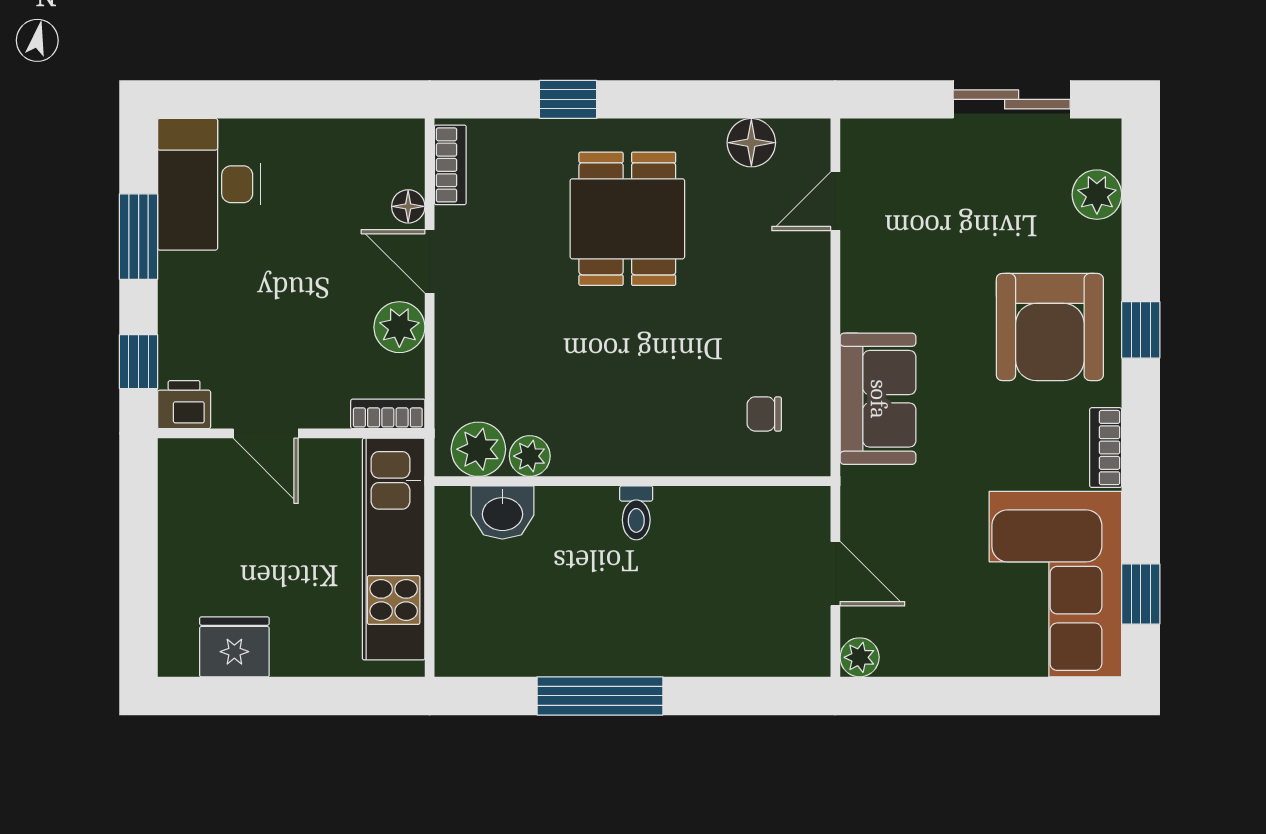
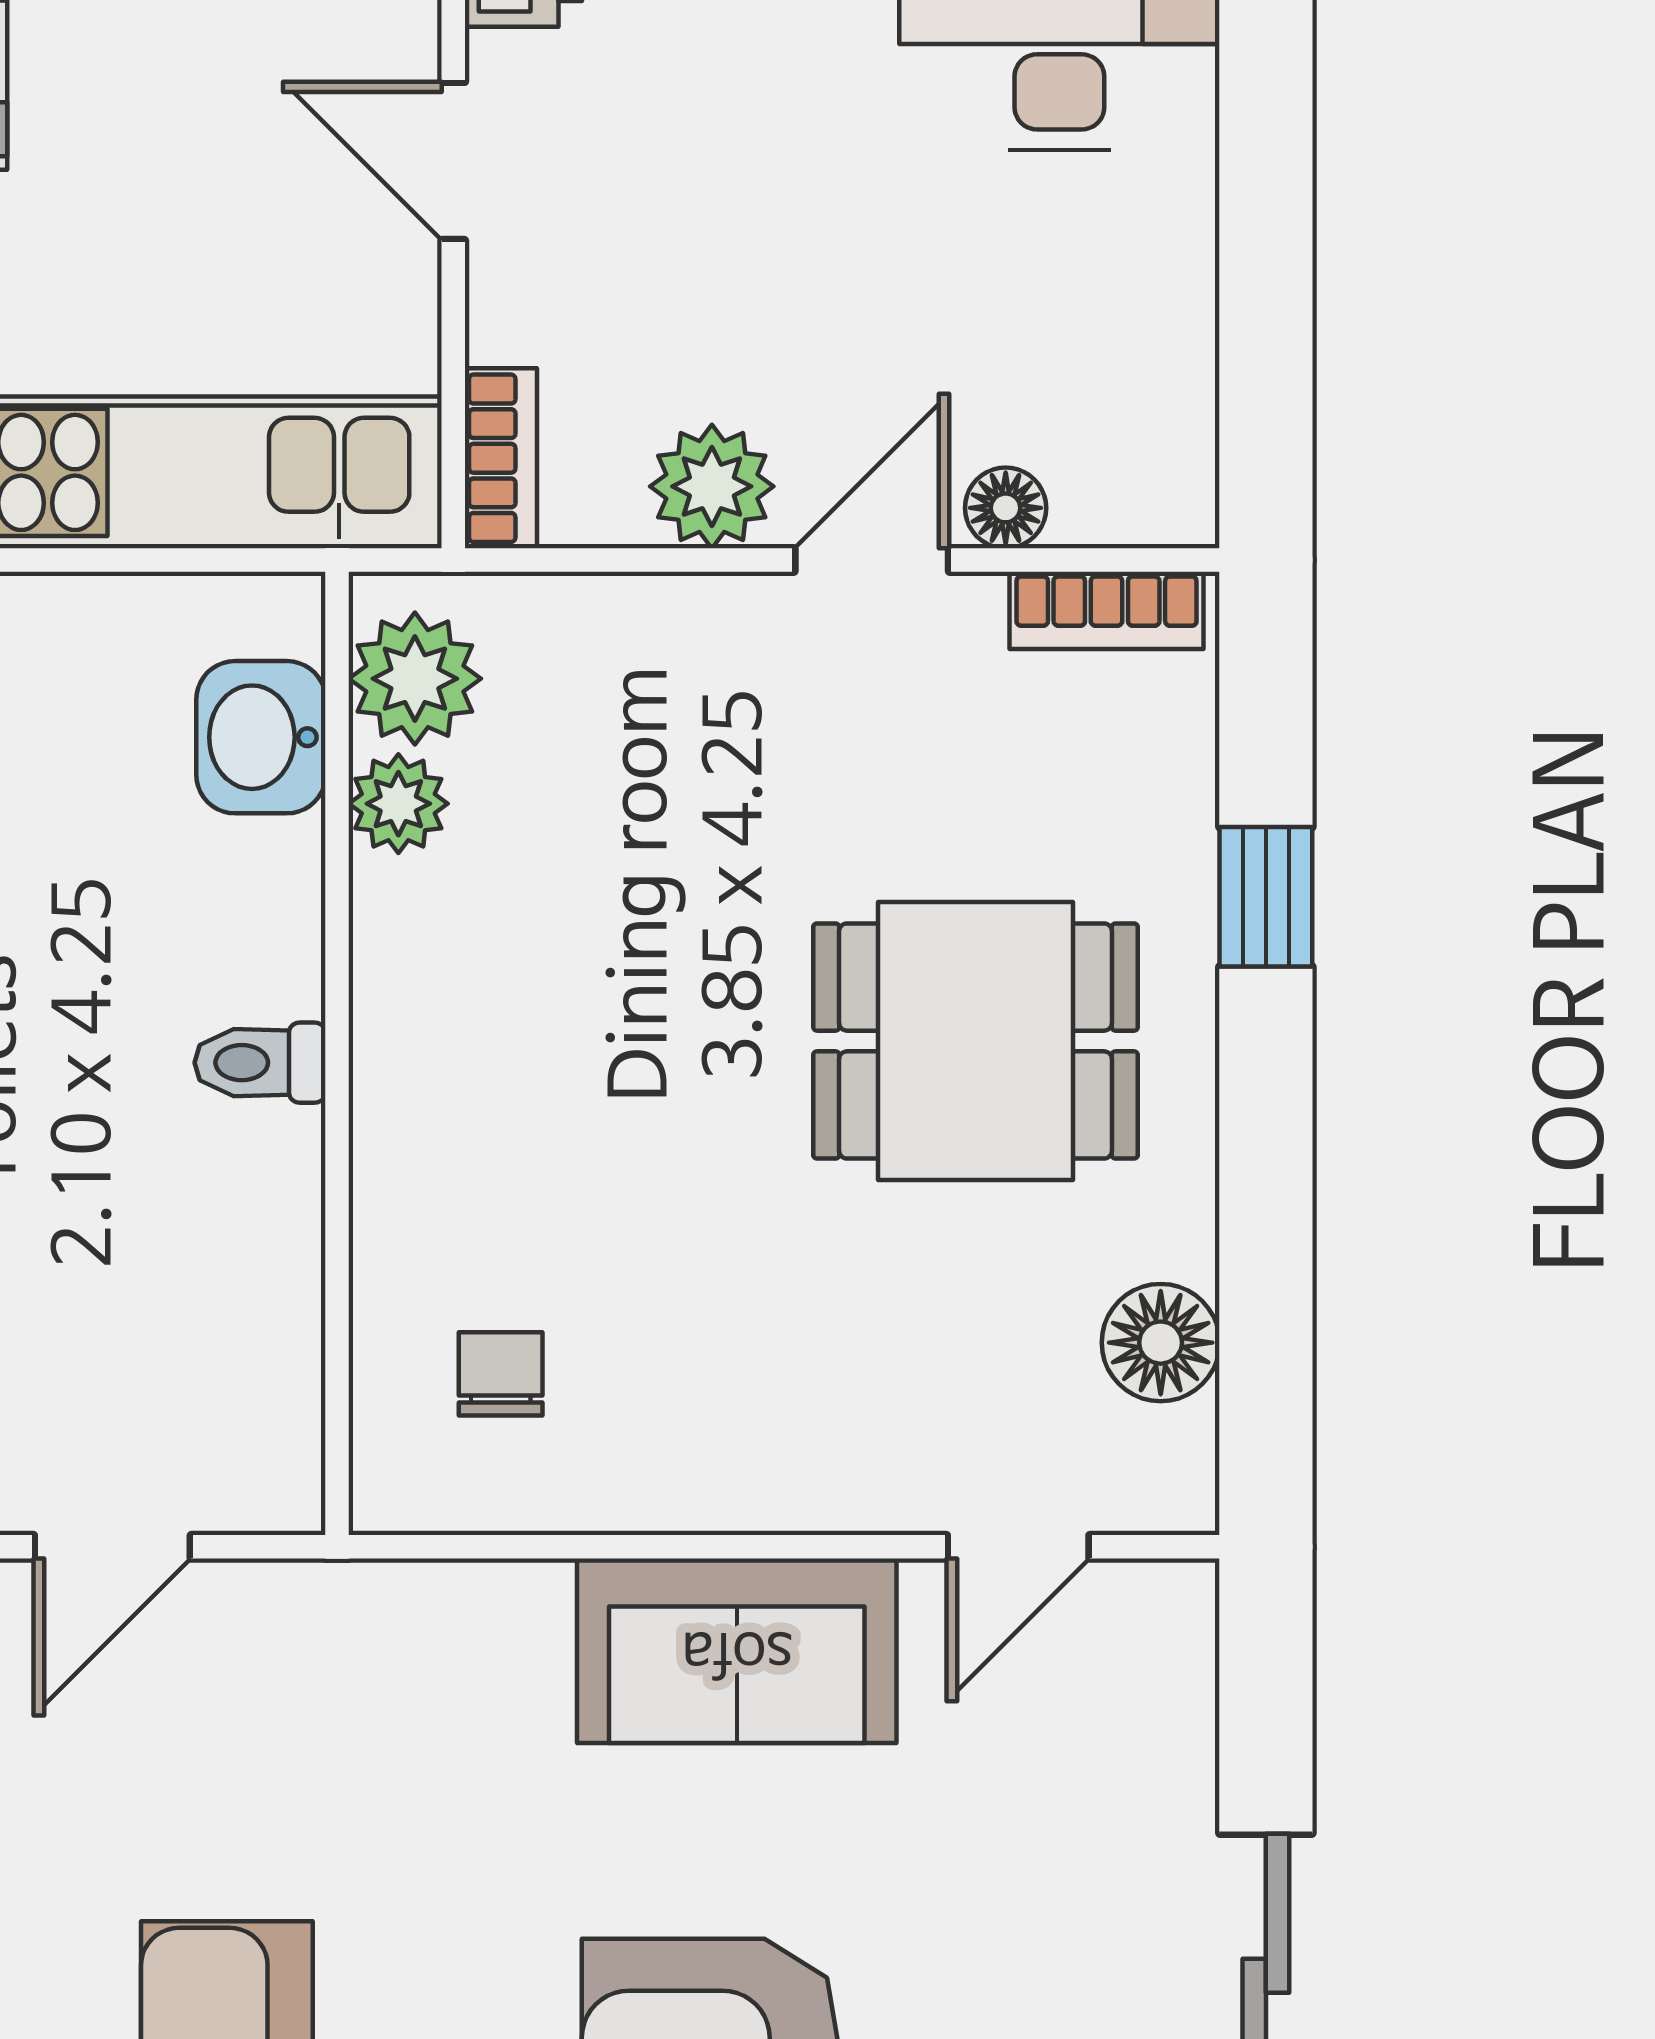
door: (835, 201) -> (1018, 1547), swing flipped
sofa: (878, 399) -> (737, 1651), moved
door: (266, 433) -> (453, 161), hinge flipped

